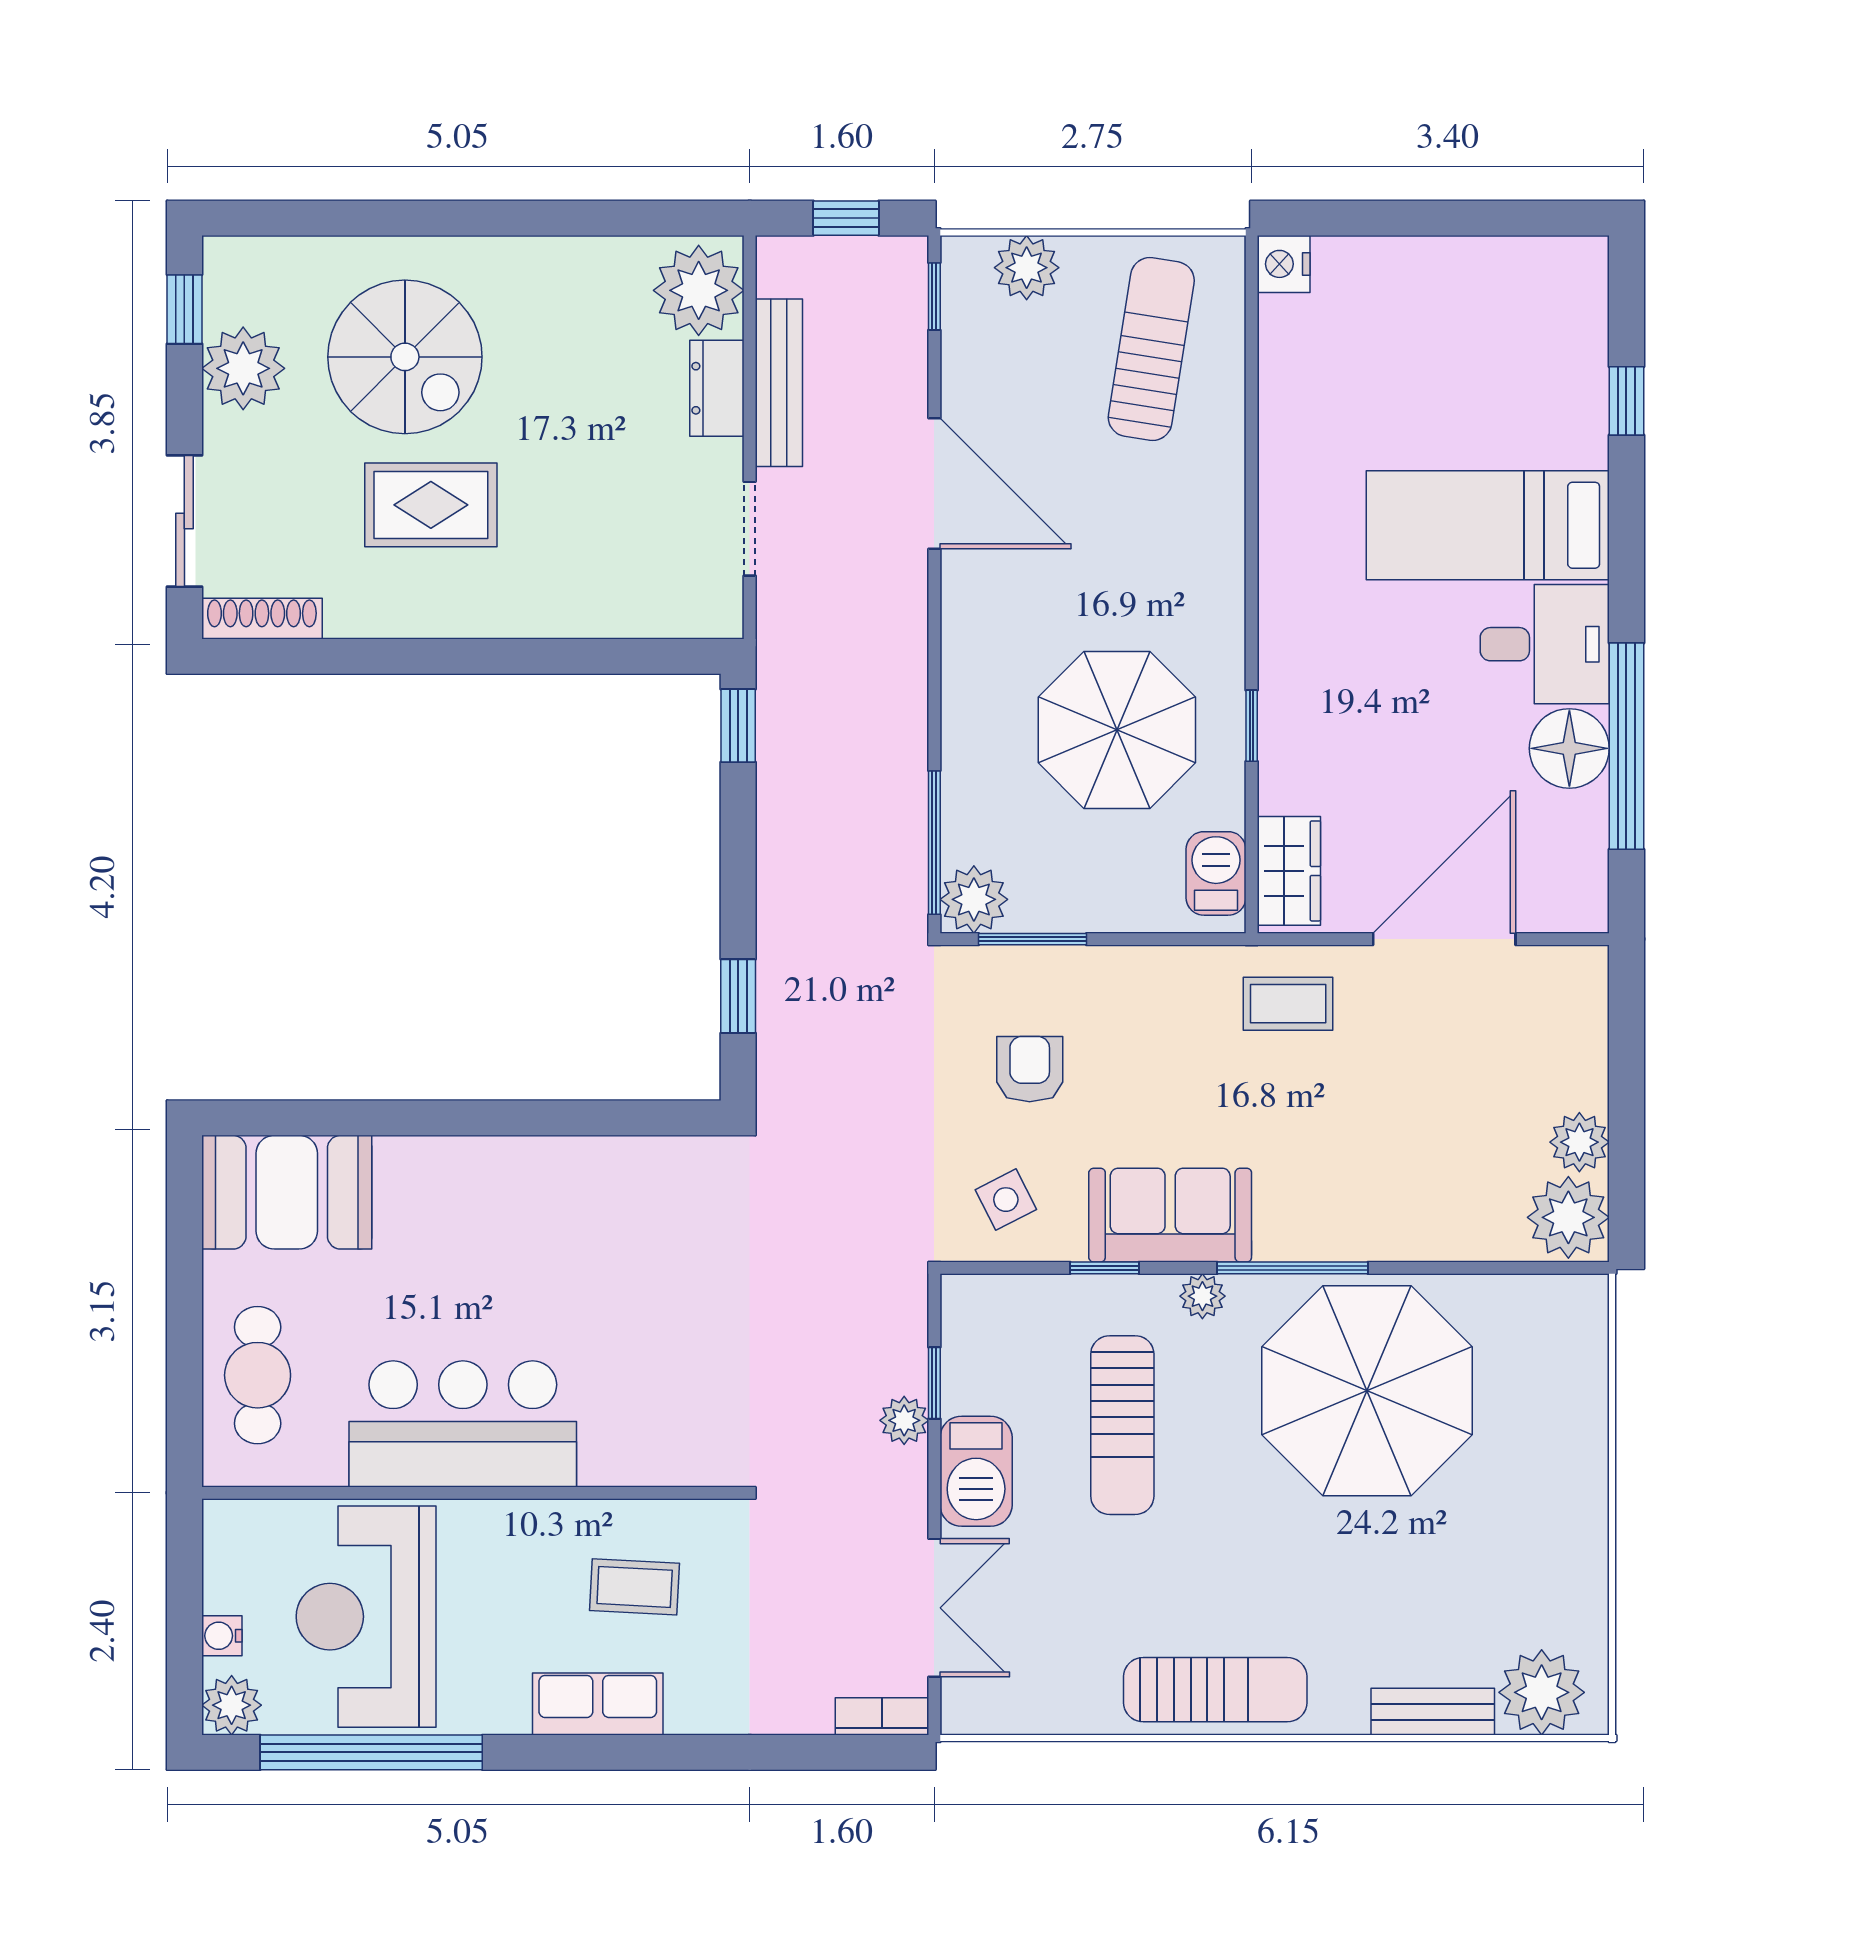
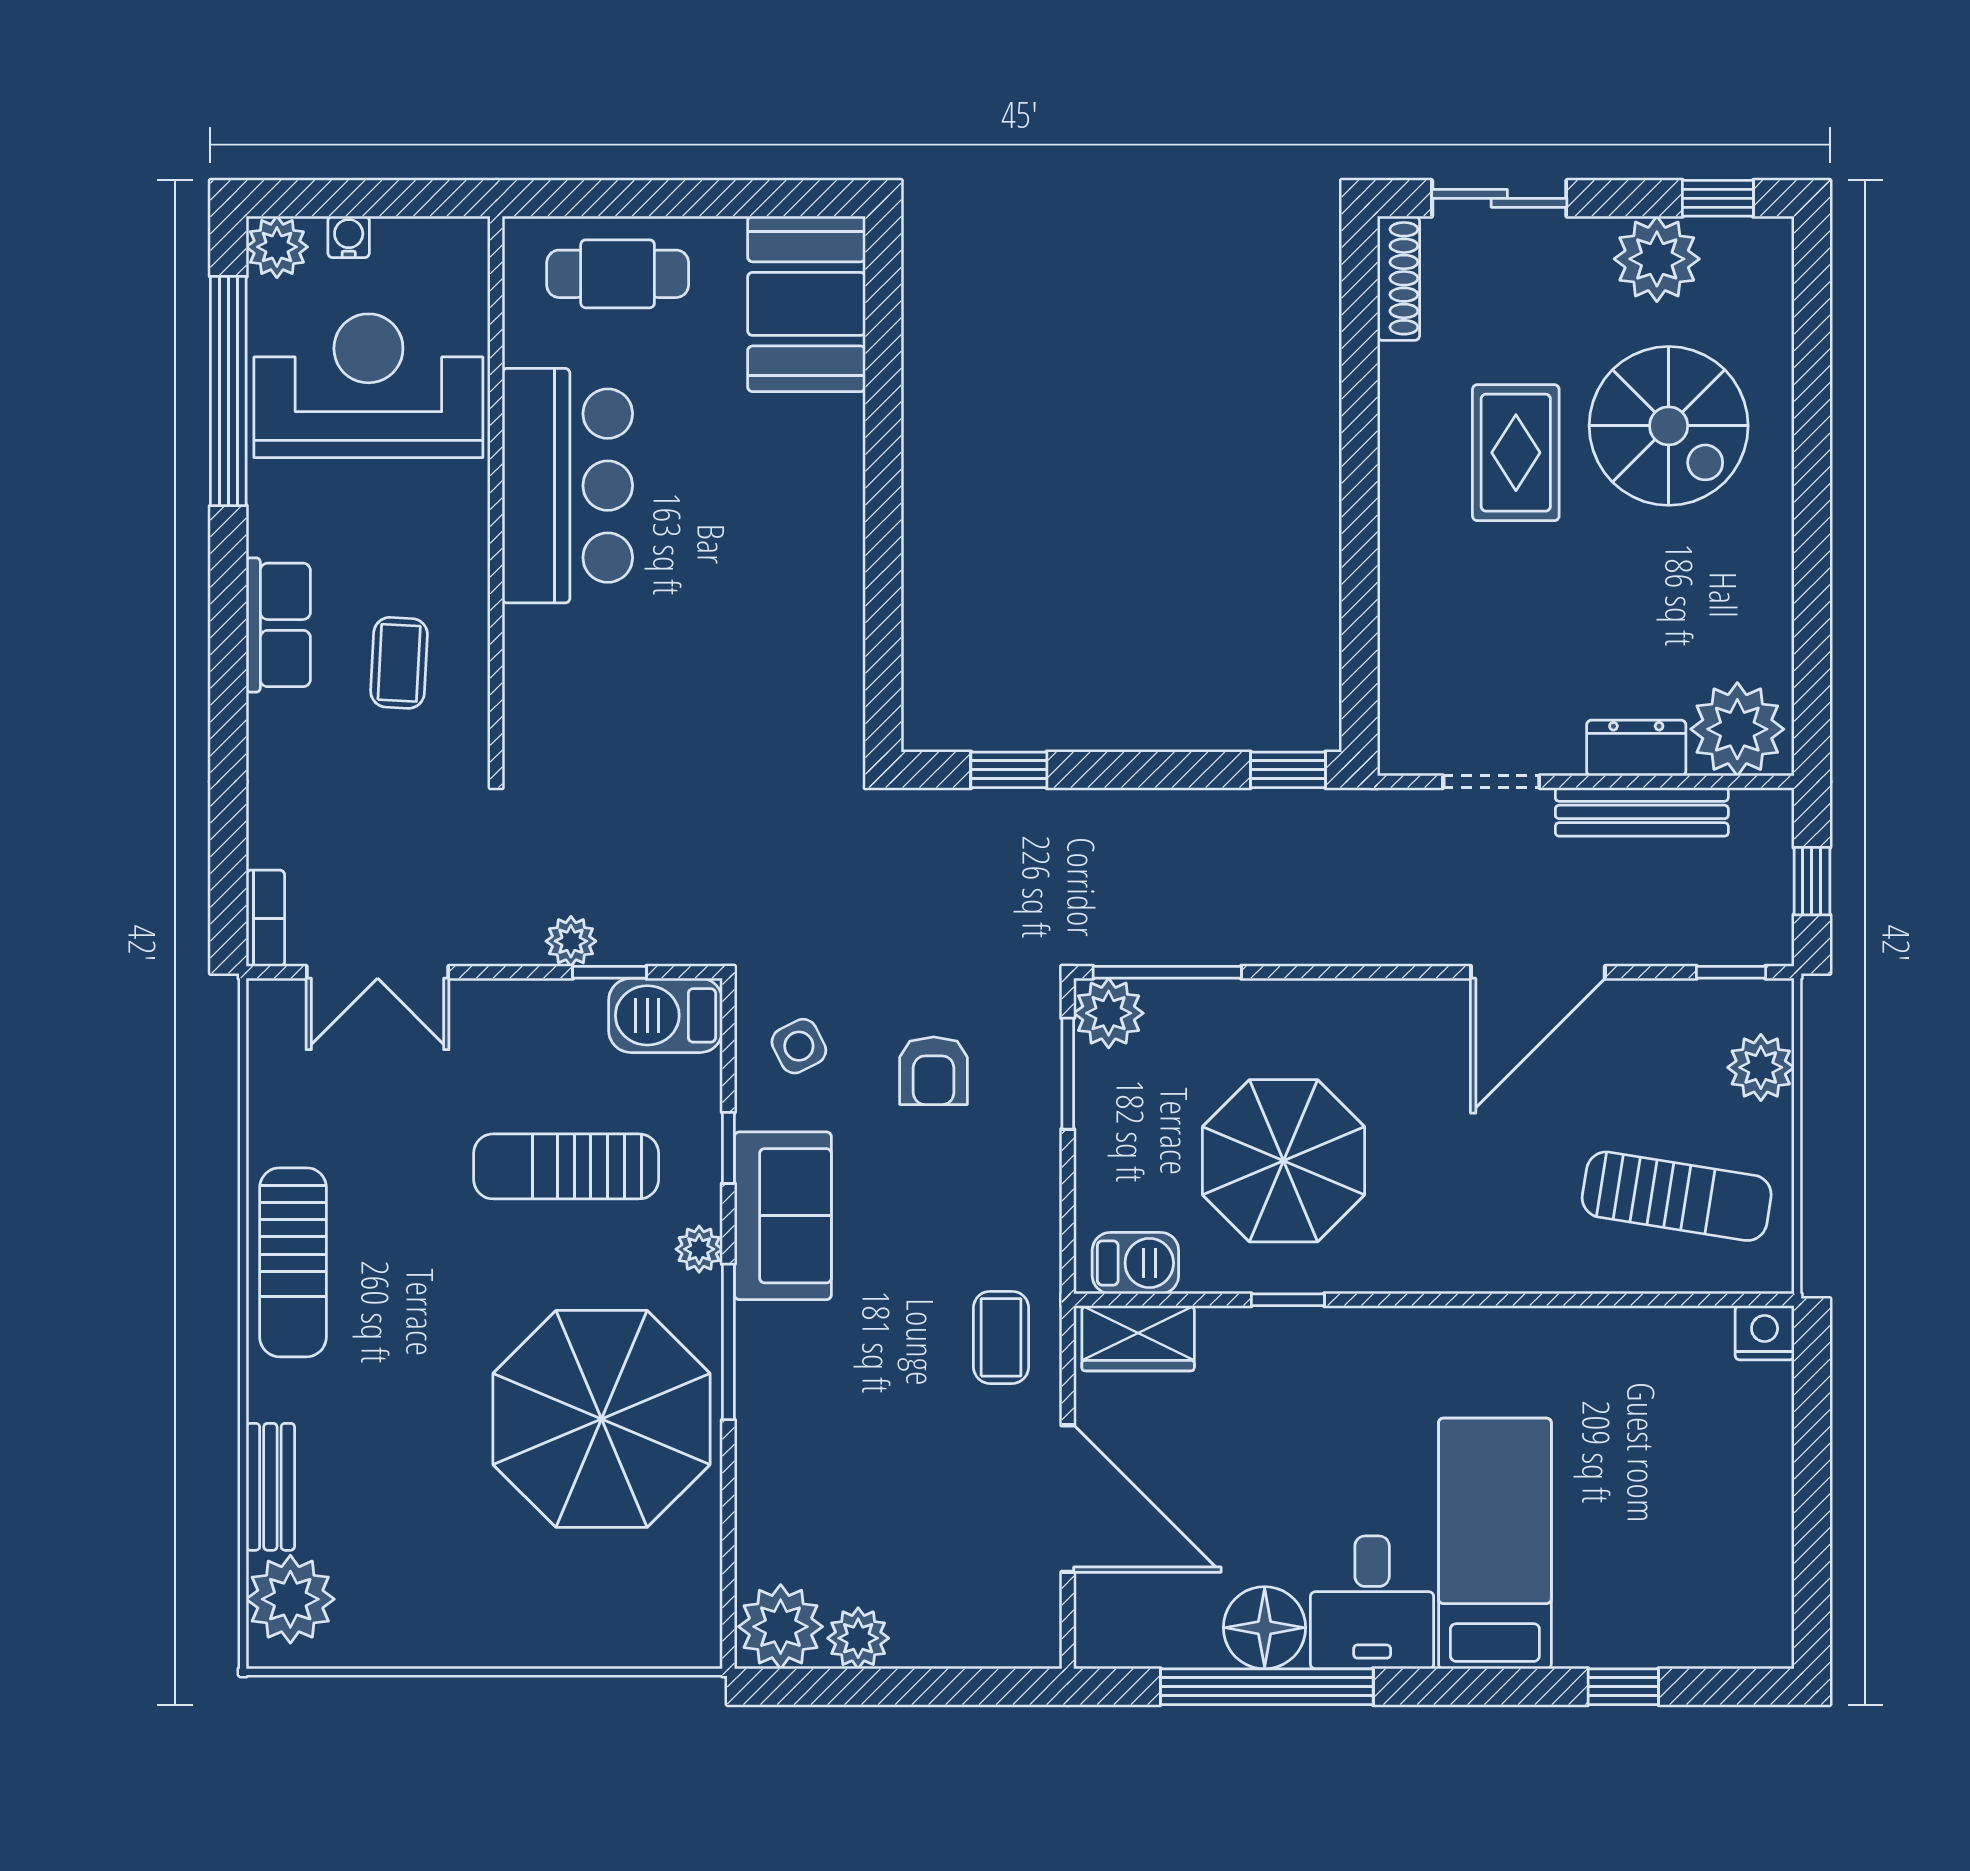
spiral stairs: (405, 357) -> (1669, 426), turned -90
armchair: (1030, 1069) -> (934, 1071), turned 90
barbecue: (976, 1471) -> (666, 1015), moved

